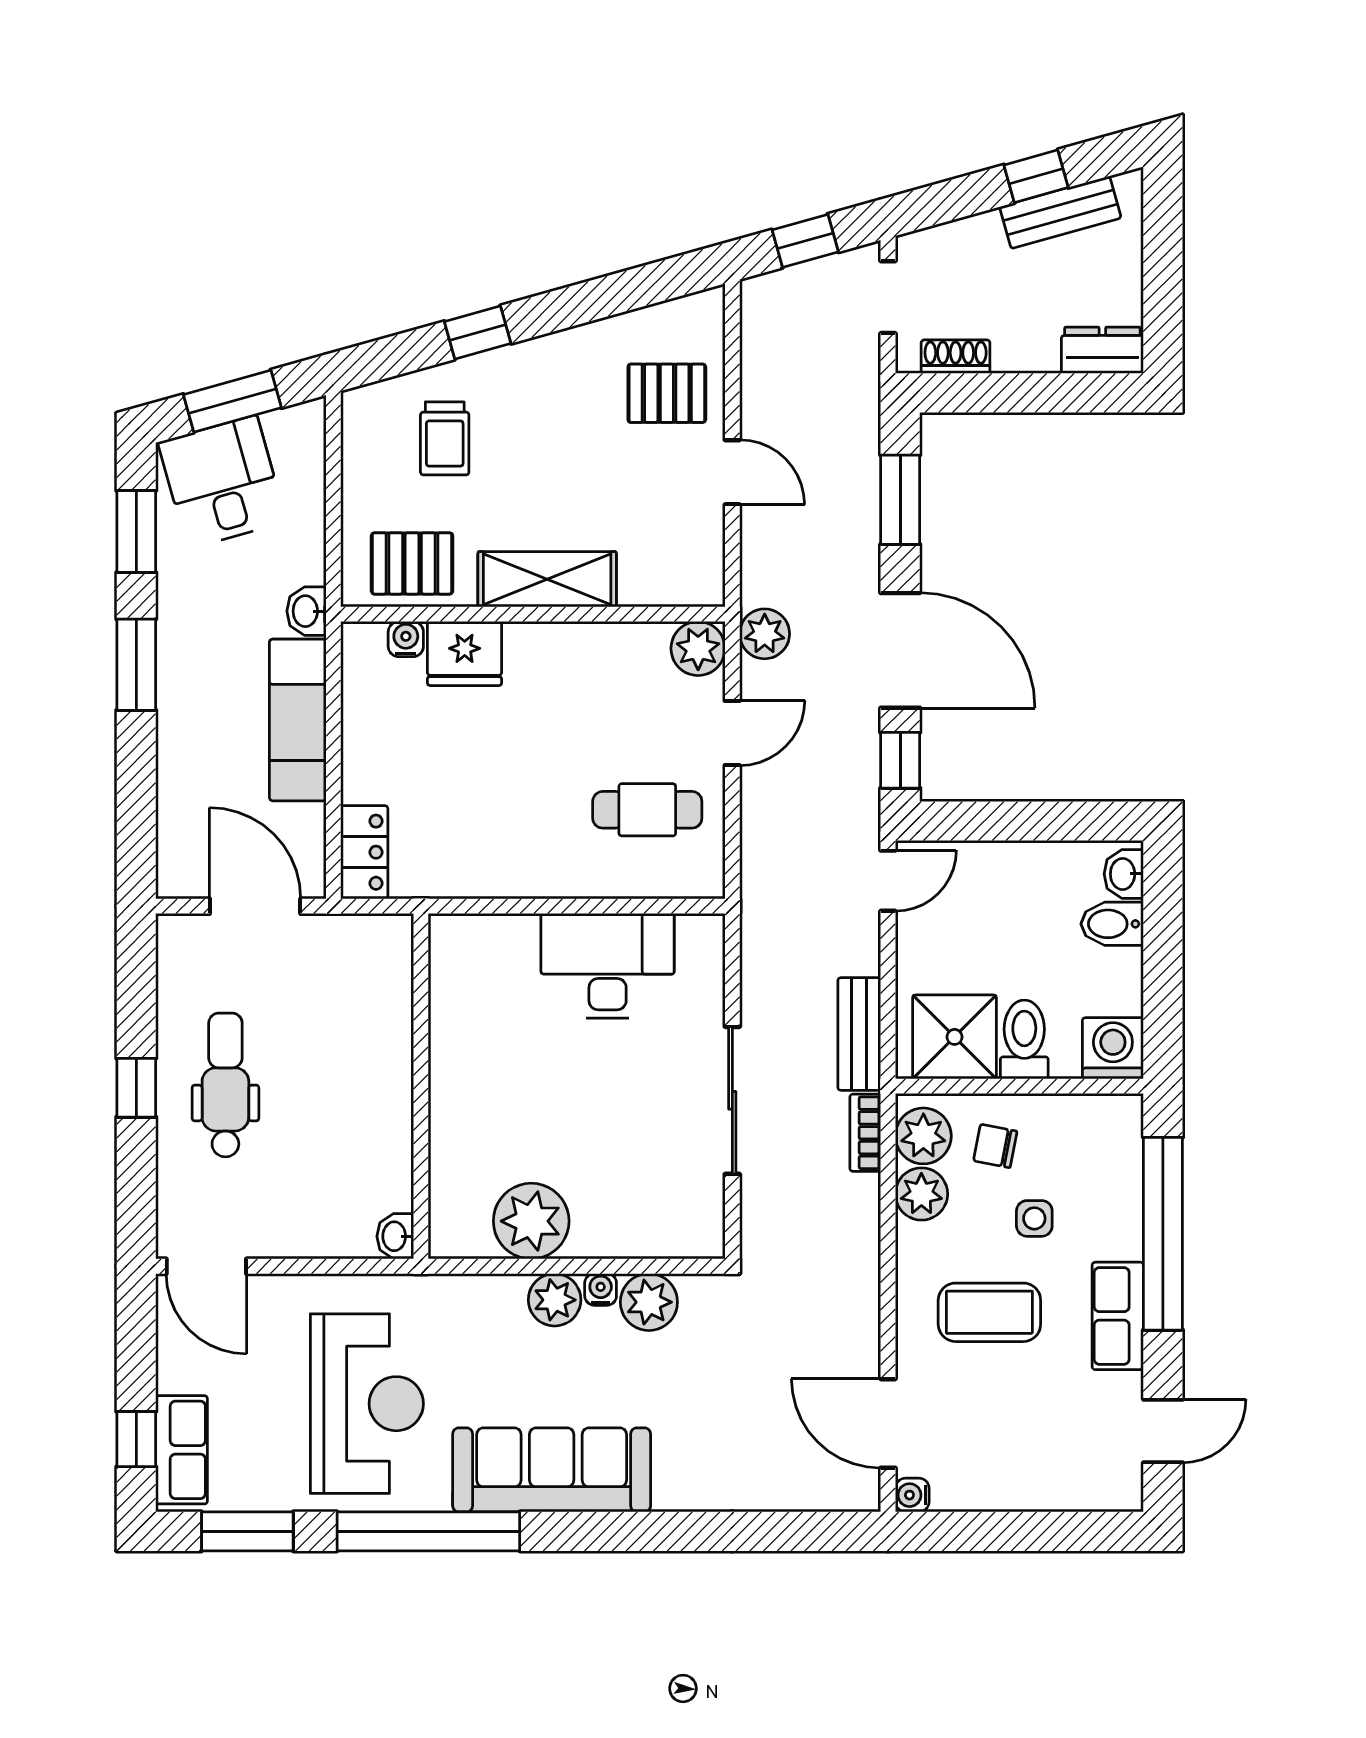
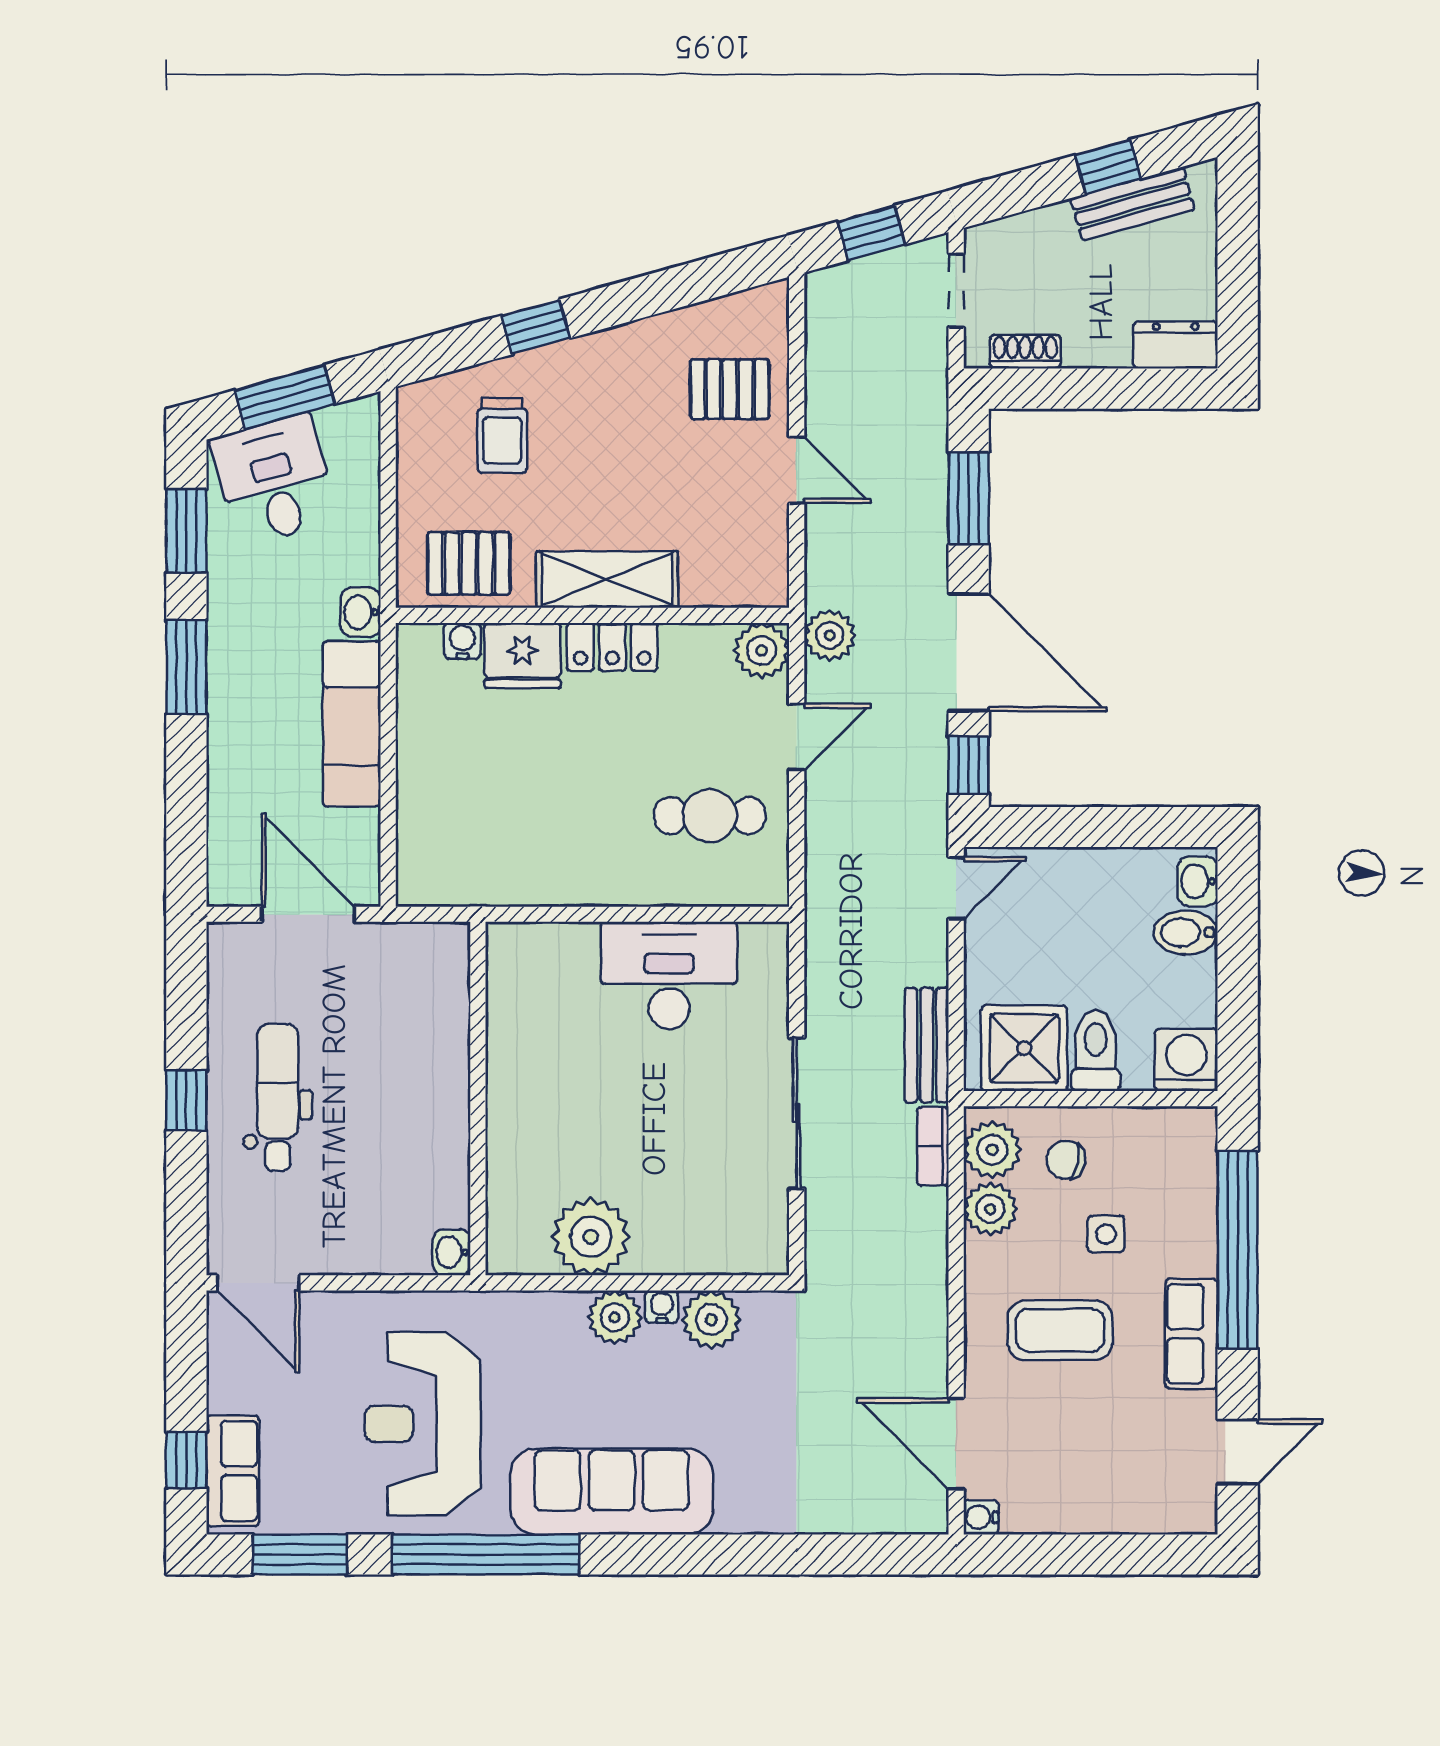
locker: (364, 852) -> (612, 647), moved, turned 90
reception desk: (367, 1404) -> (422, 1424), turned 180

